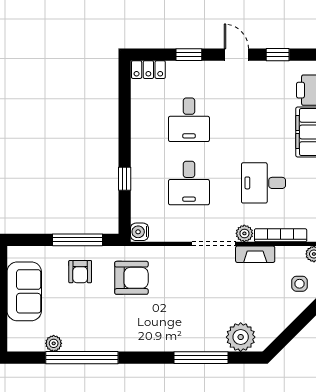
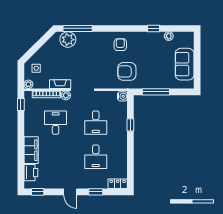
window: (278, 55) -> (38, 192), moved
desk: (189, 120) -> (96, 157), turned 180
desk: (189, 183) -> (96, 123), turned 180
desk: (264, 183) -> (56, 123), turned -90
armchair: (80, 272) -> (120, 45), moved
window: (82, 358) -> (153, 28), width x0.32
window: (201, 358) -> (78, 28), moved

